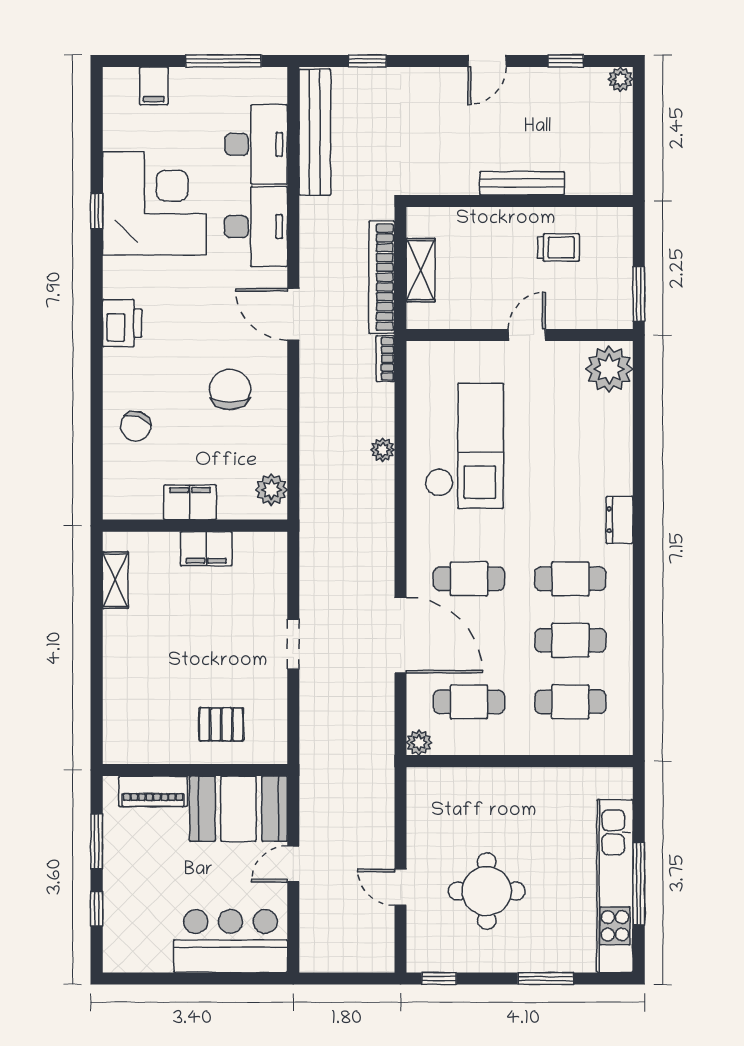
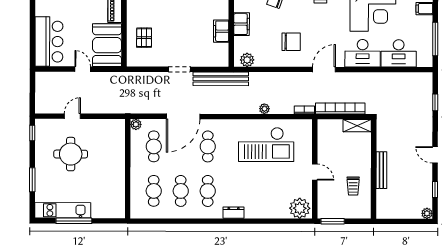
bench: (315, 132) -> (221, 79), moved
shelving: (421, 270) -> (357, 126), moved
kitchen unit: (615, 886) -> (63, 210), width x0.73

